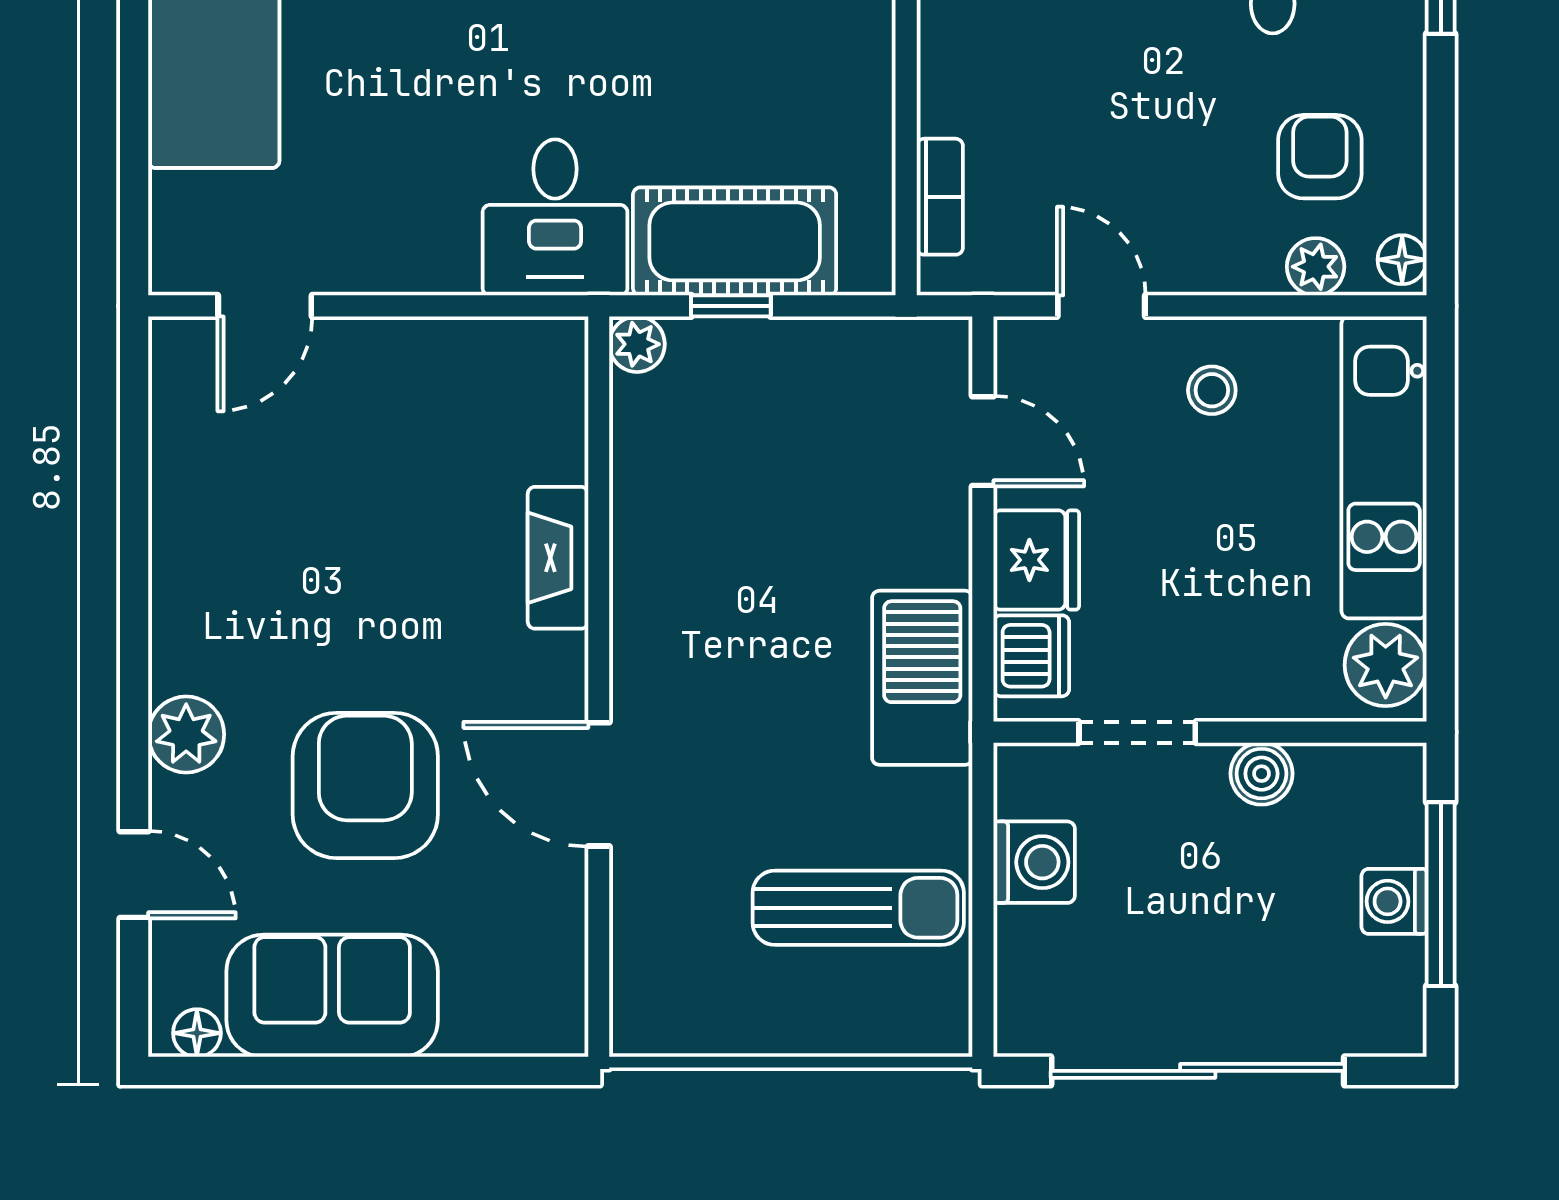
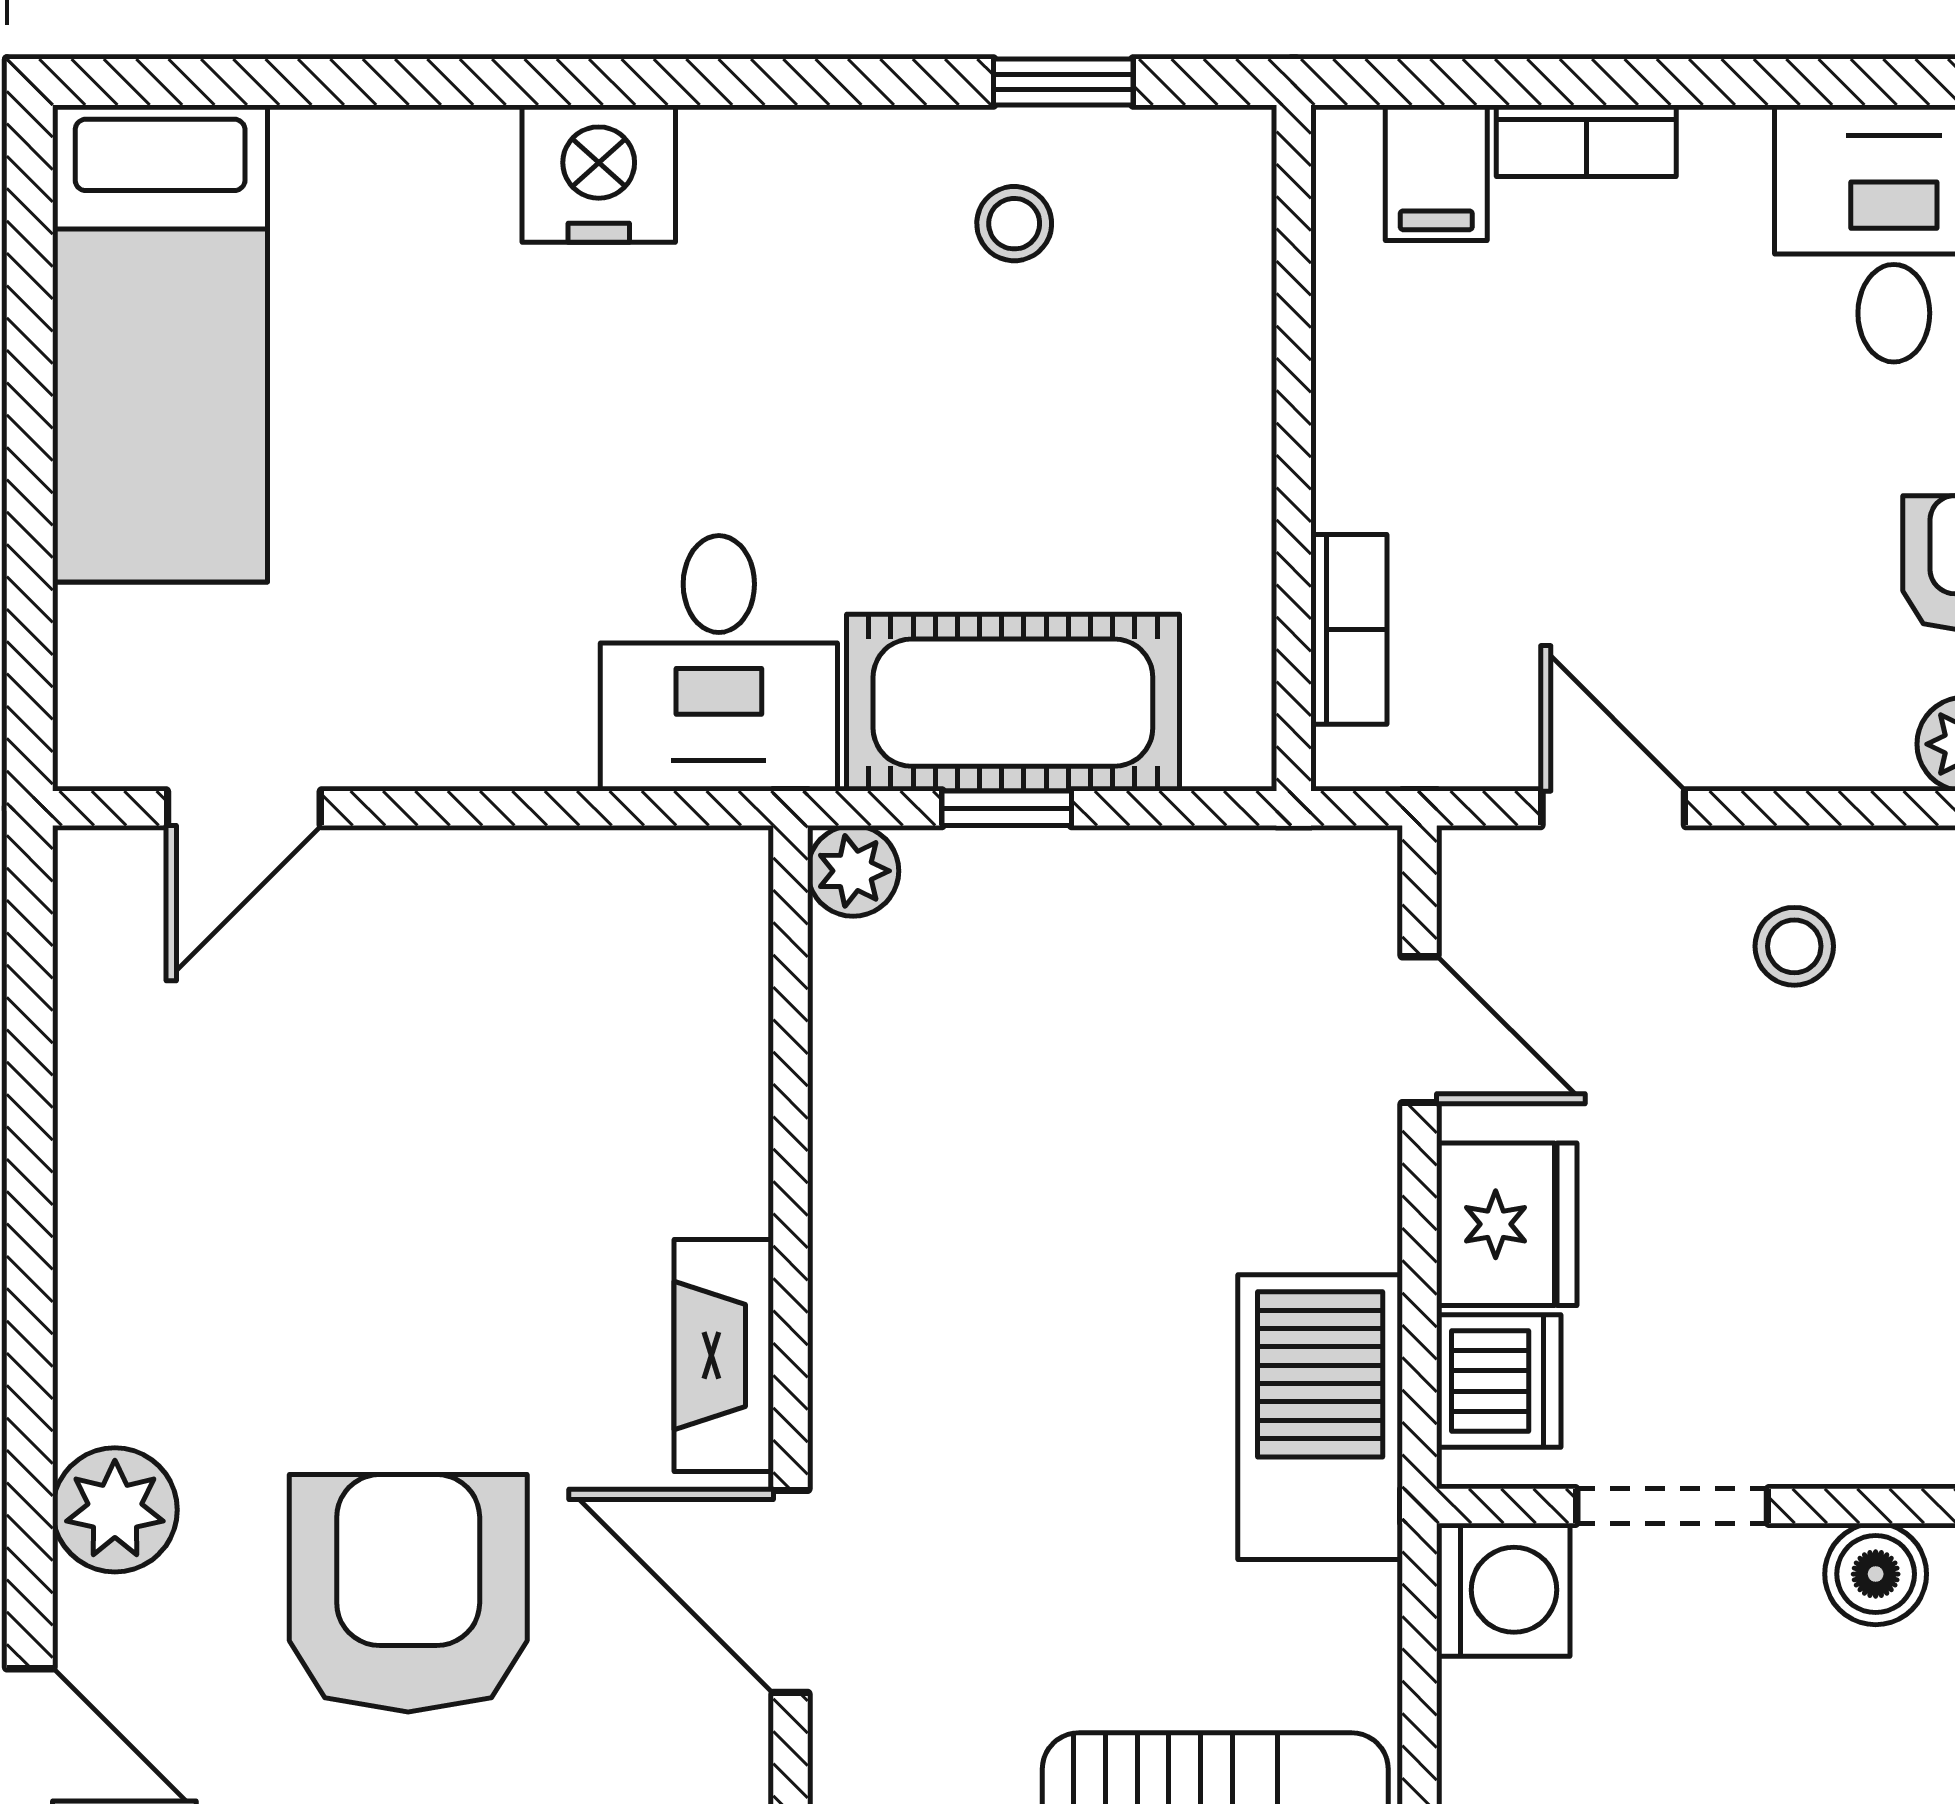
fireplace: (558, 558) -> (724, 1355), moved
washing machine: (1034, 862) -> (1503, 1590), moved

